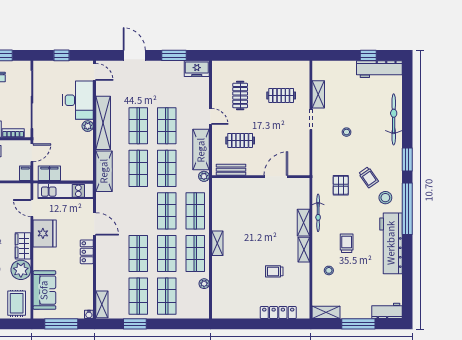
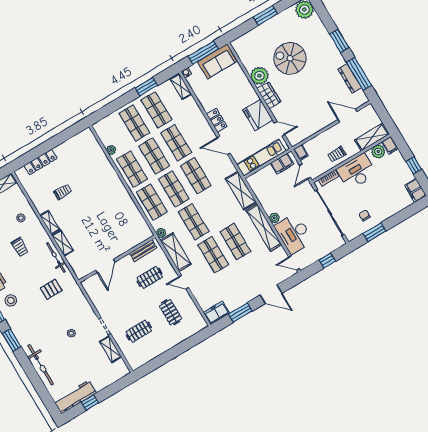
shop shelf: (138, 168) -> (196, 176), moved
trolley: (369, 177) -> (33, 308), removed
pallet: (341, 185) -> (51, 289), turned 90
shelving: (217, 243) -> (120, 187), removed
sofa: (44, 290) -> (217, 61), moved, turned -90
rug: (17, 303) -> (247, 48), removed

